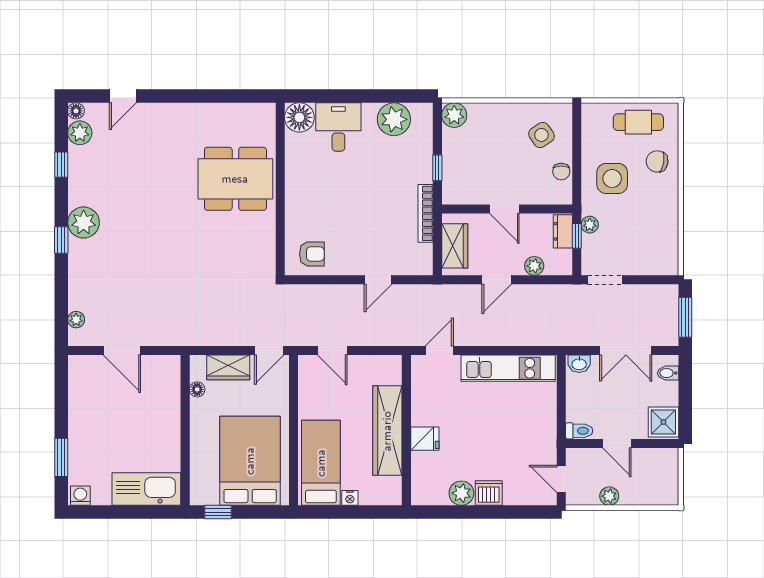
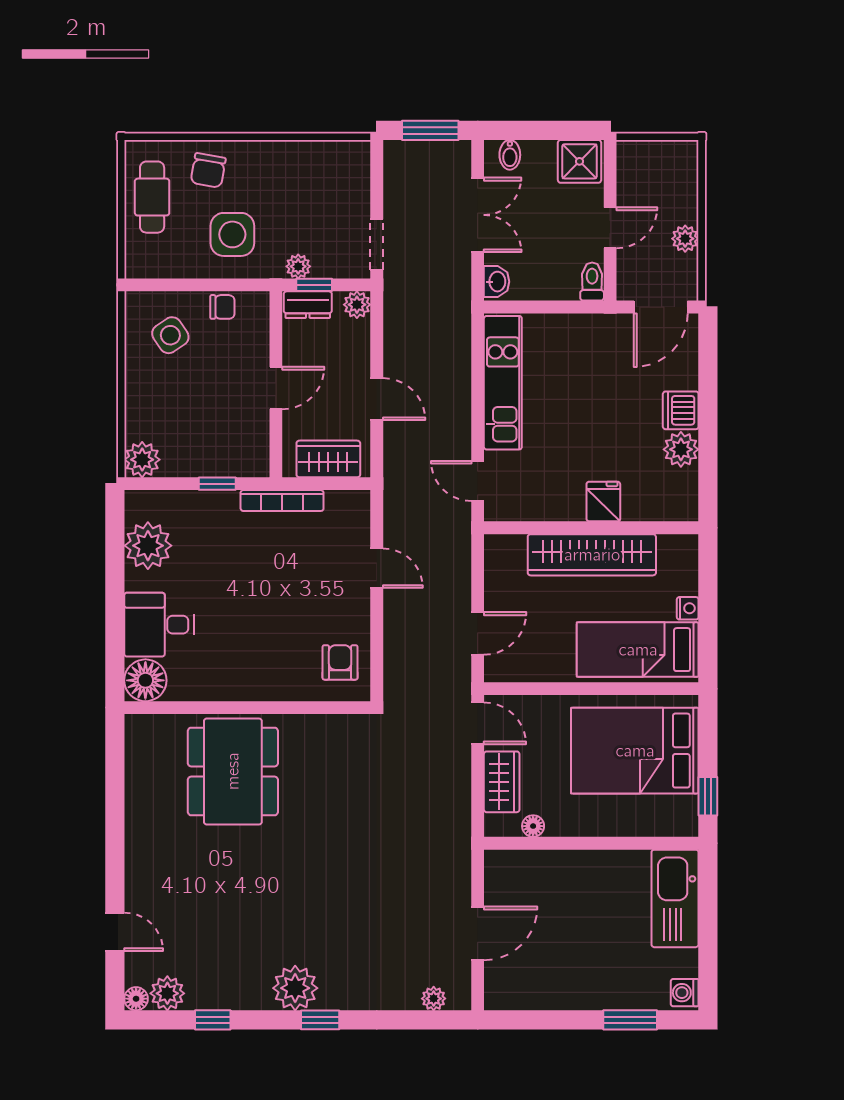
plant: (534, 266) -> (357, 305), moved
door: (561, 479) -> (661, 307), width x1.38

